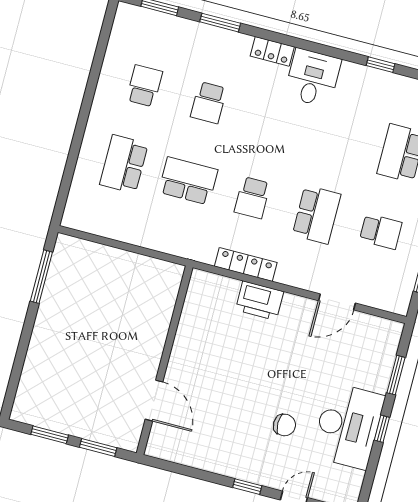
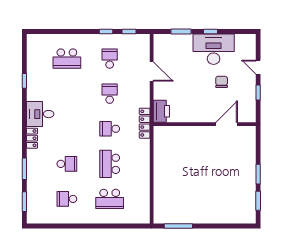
school desk: (252, 198) -> (110, 129), turned 180
school desk: (316, 215) -> (110, 94), width x0.54
wall: (165, 360) -> (205, 124), moved
door: (154, 401) -> (227, 124), moved

